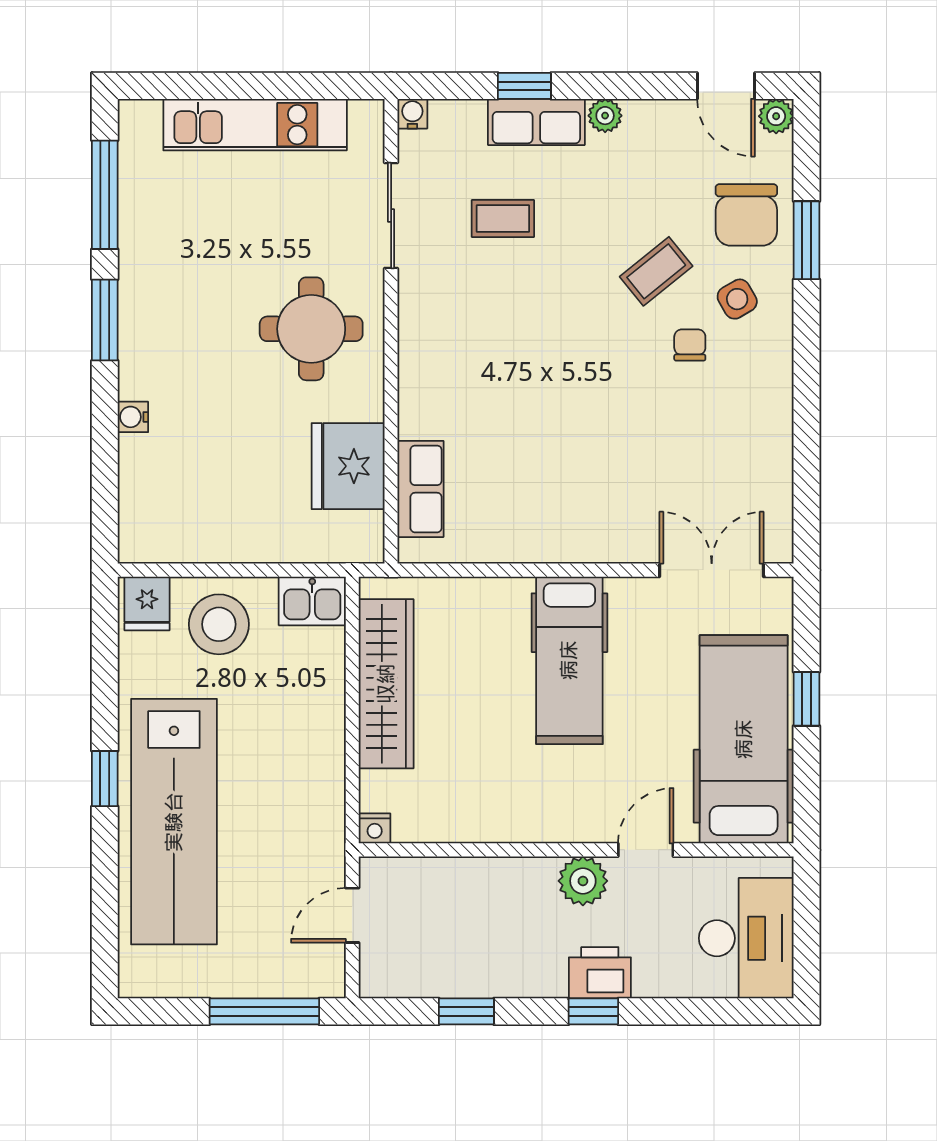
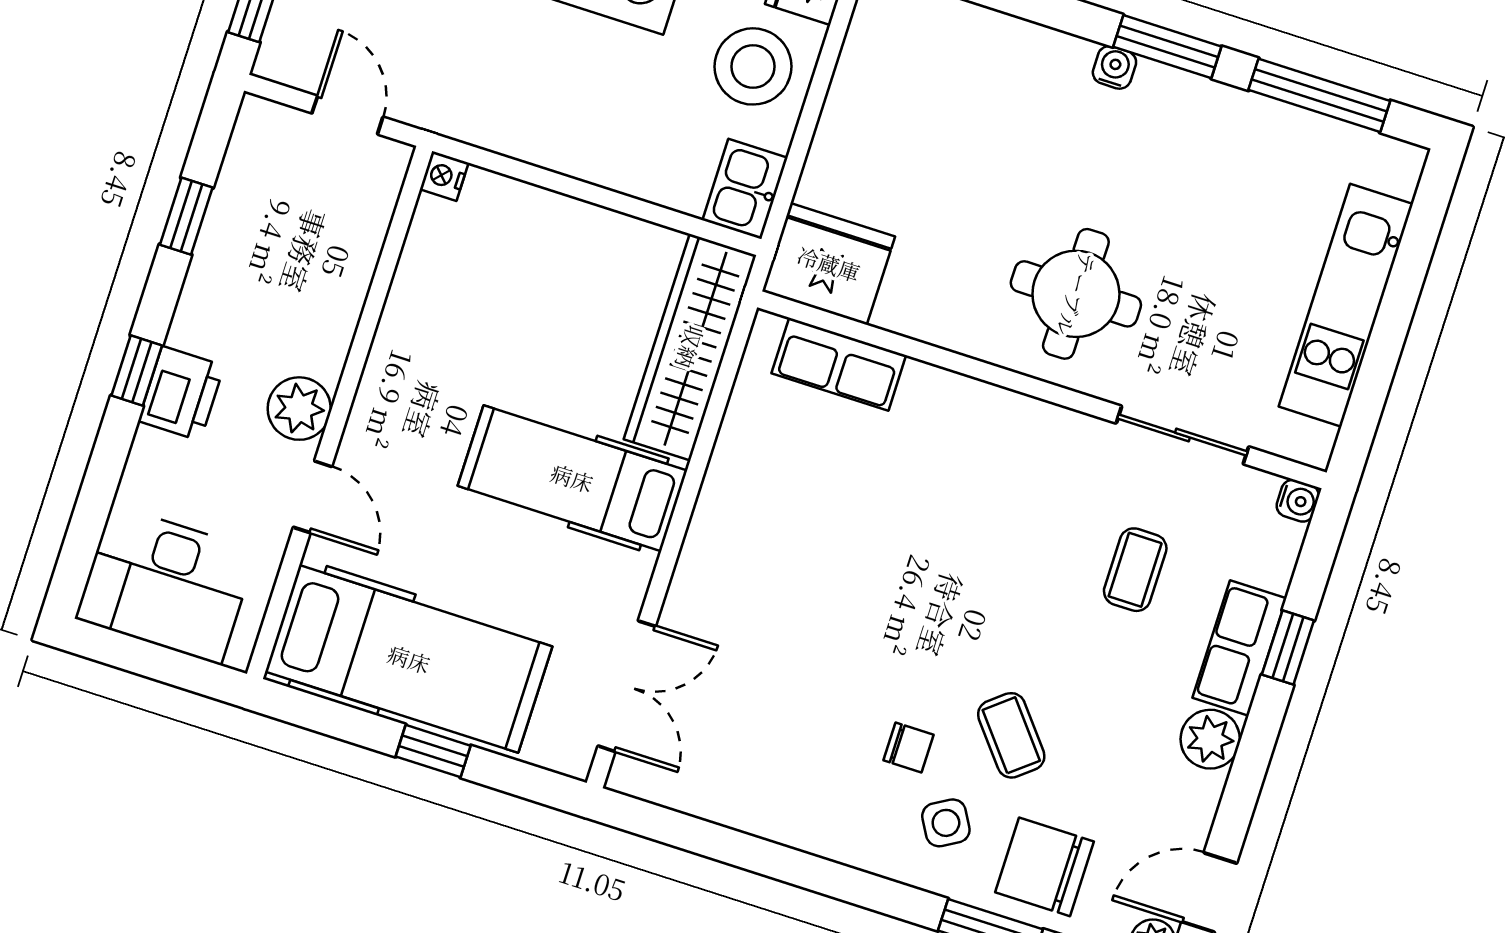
plant: (605, 116) -> (1210, 739), width x1.38, depth x1.38
water cooler: (133, 417) -> (1114, 67), moved
fridge: (348, 466) -> (829, 264), moved
wardrobe: (386, 684) -> (690, 347), moved, turned 90

